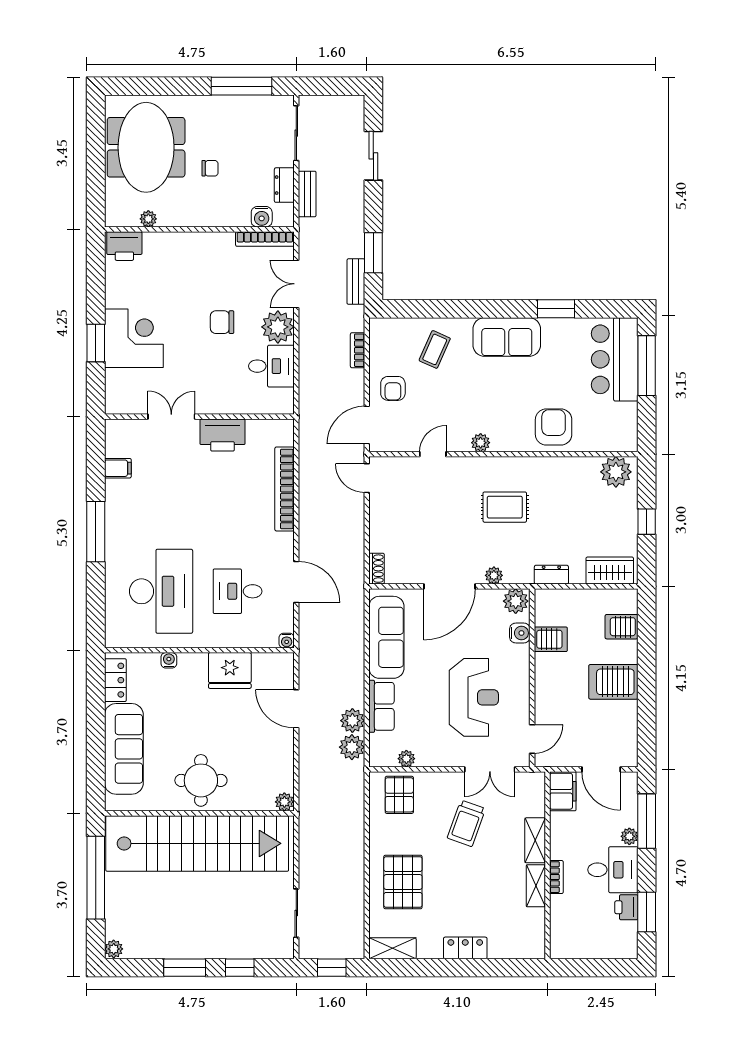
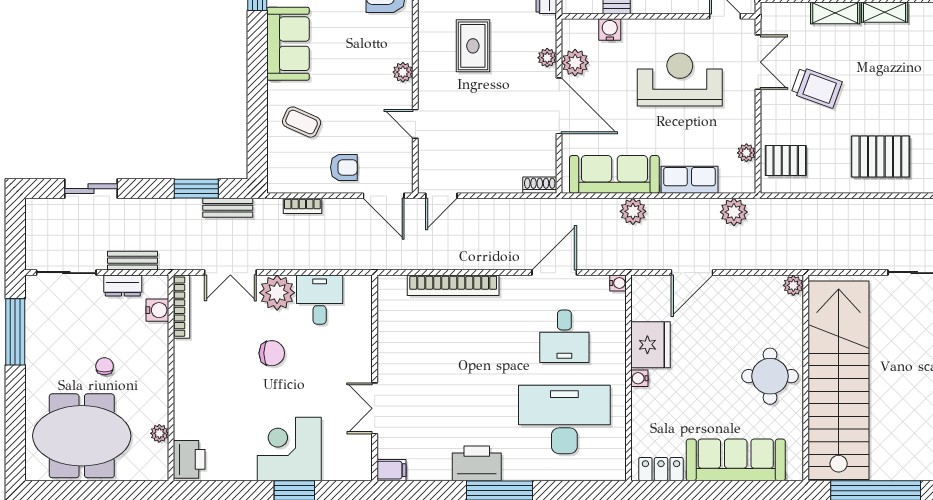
chair: (222, 322) -> (272, 353), turned -90
printer: (223, 435) -> (477, 463), moved, turned -90
filing cabinet: (118, 468) -> (391, 470), moved, turned 90
plant: (516, 601) -> (575, 63), moved
water cooler: (169, 660) -> (639, 378), moved
plant: (352, 721) -> (633, 211), moved

